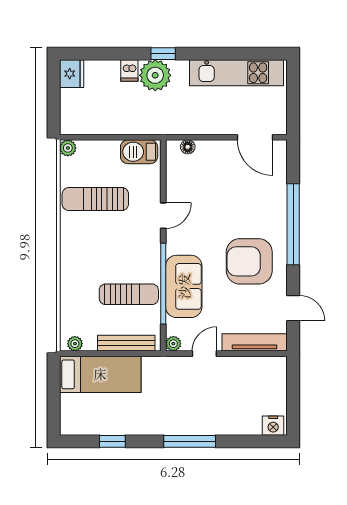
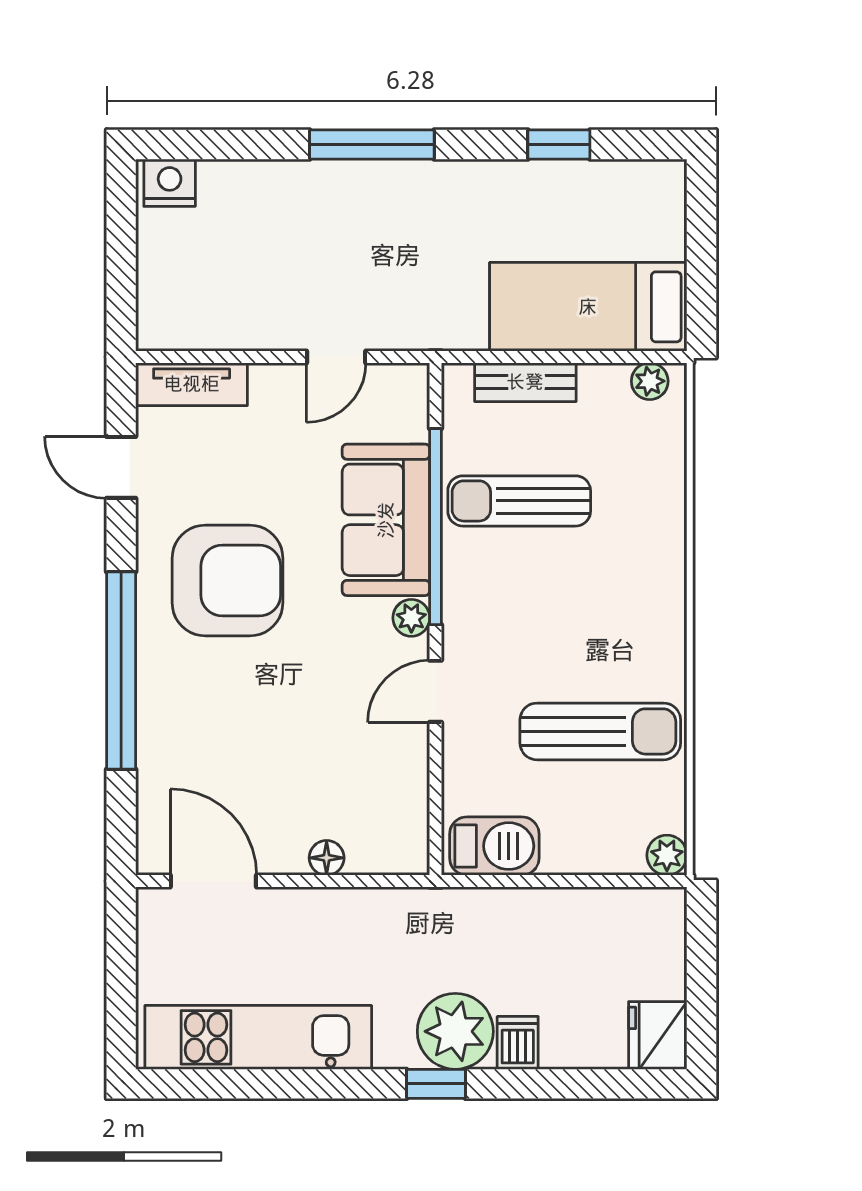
floor lamp: (188, 147) -> (327, 858), moved
tv unit: (255, 342) -> (192, 384), width x0.71
bench: (126, 343) -> (525, 382), width x0.73
plant: (173, 344) -> (411, 618), moved

